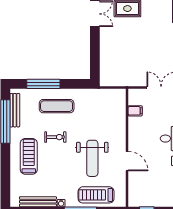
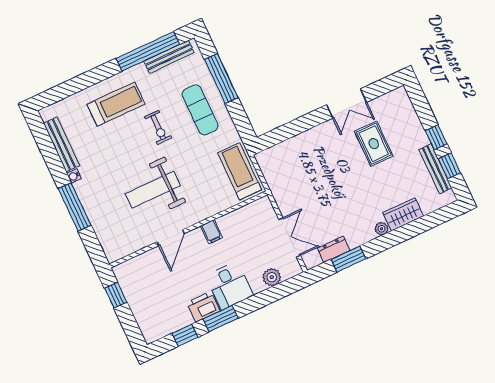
filing cabinet: (135, 111) -> (212, 232), moved
treadmill: (96, 195) -> (240, 171), moved

